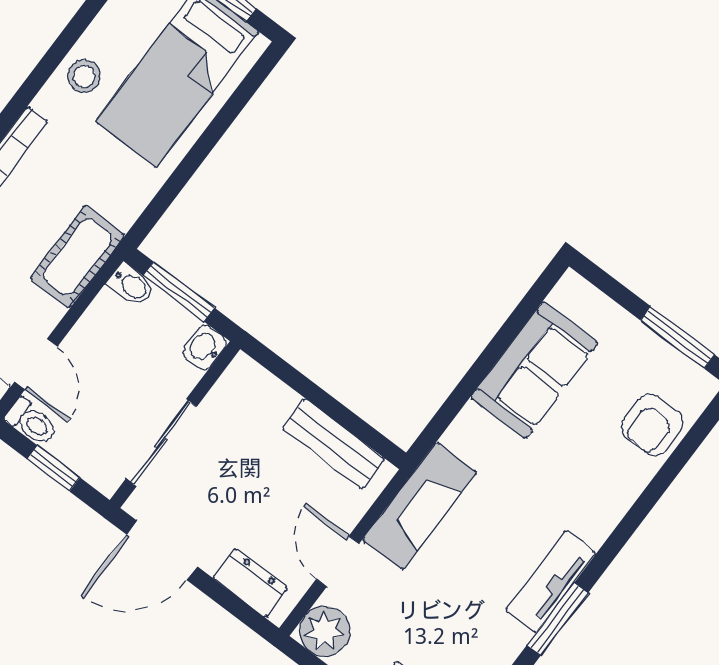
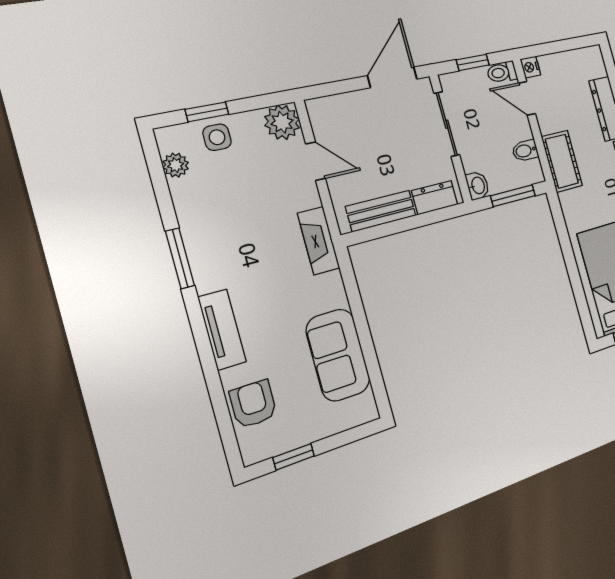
bidet: (131, 285) -> (525, 151), moved
window: (678, 337) -> (294, 457), width x0.67
fireplace: (419, 506) -> (319, 241), width x0.73, depth x0.76
tv unit: (551, 582) -> (222, 330), moved
dresser: (250, 583) -> (435, 198), moved, turned 180

